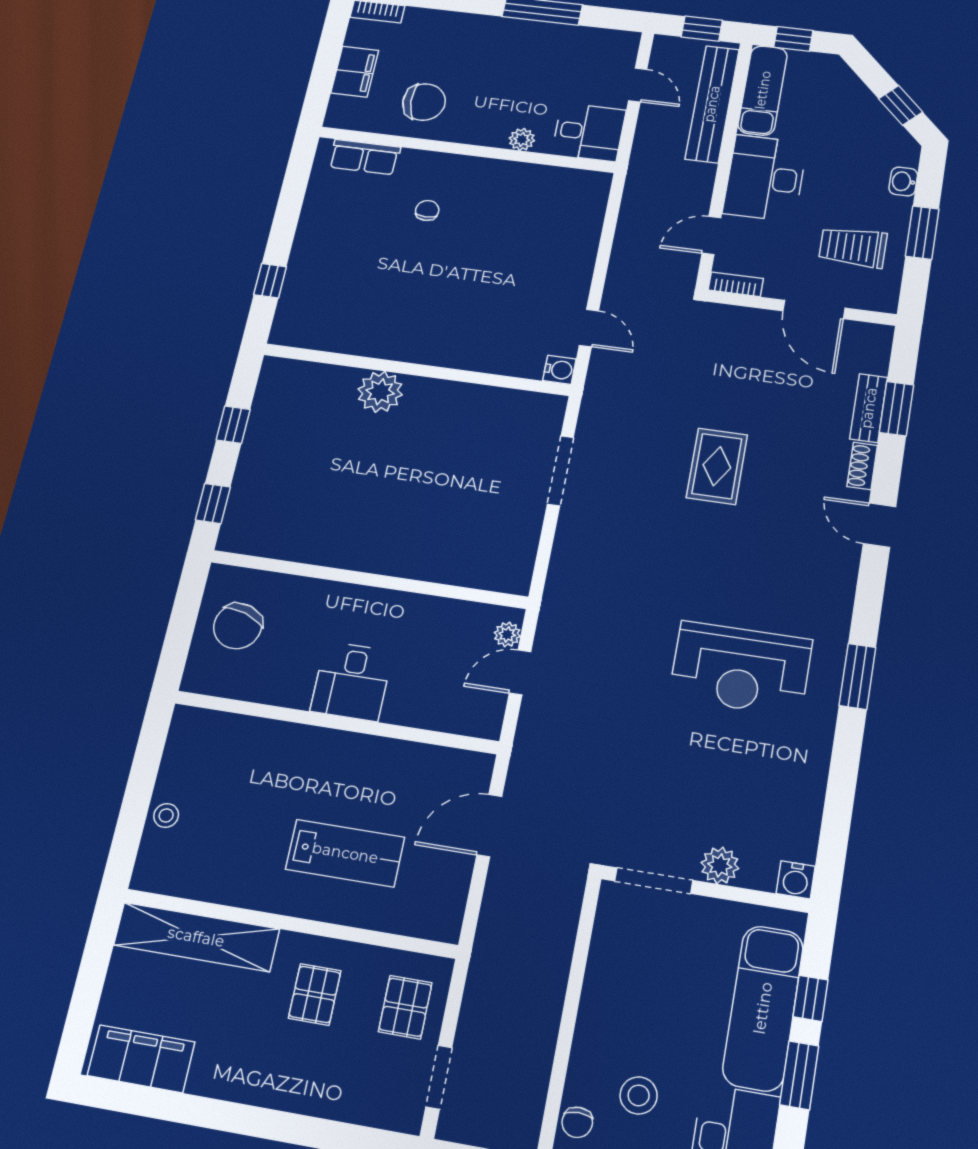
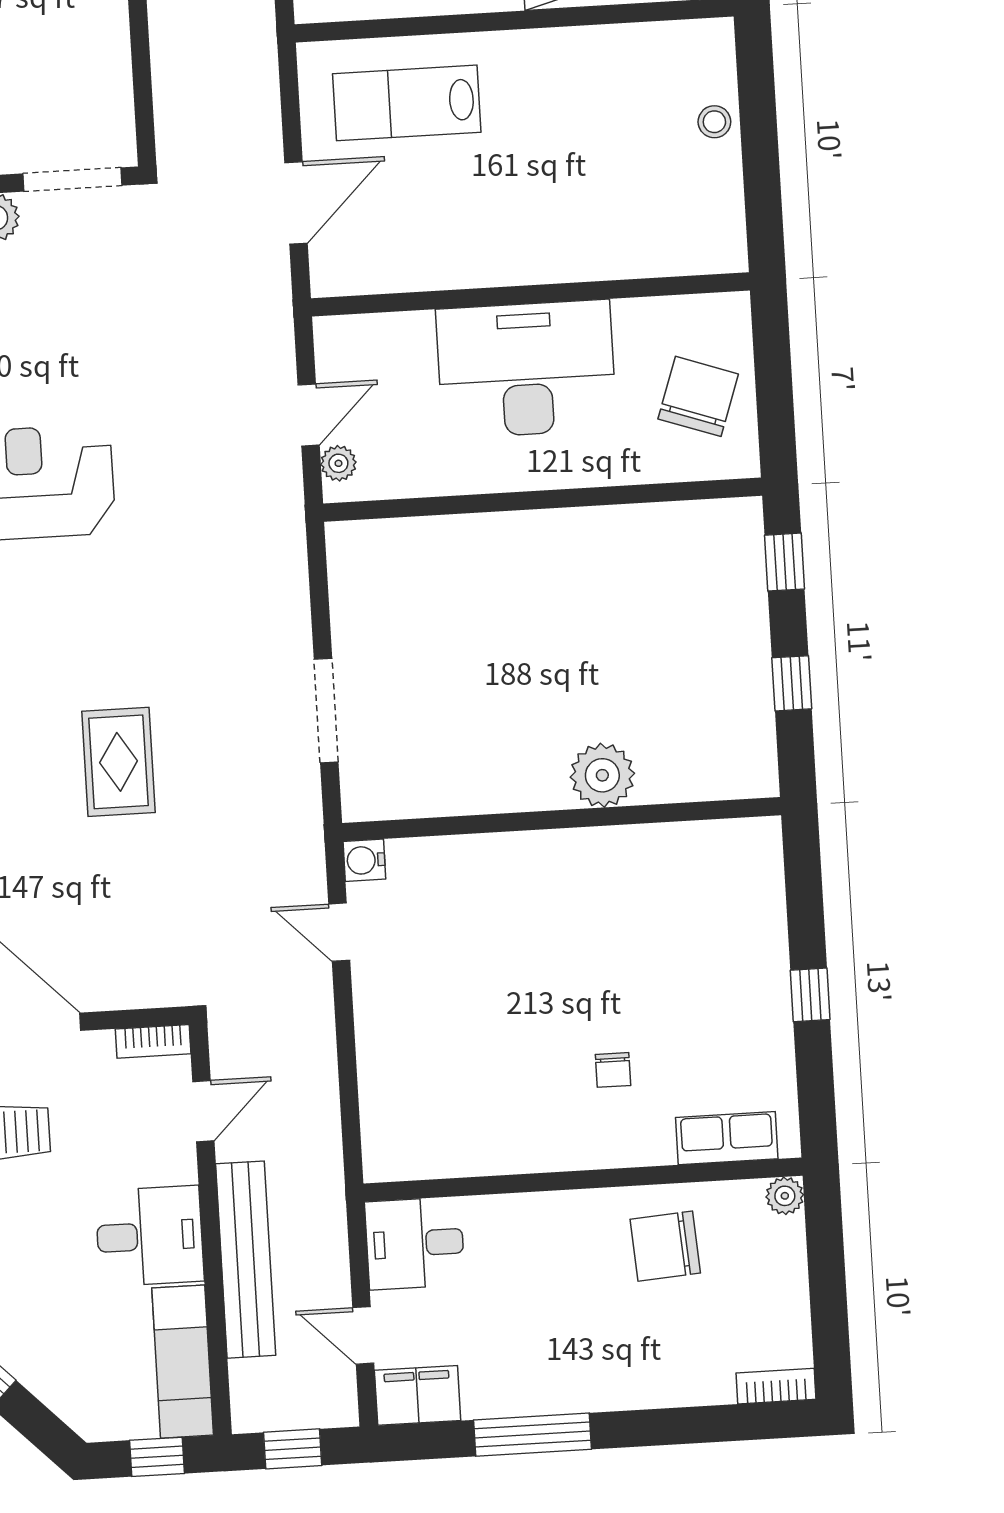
filing cabinet: (355, 72) -> (418, 1395), moved, turned 90
bench: (712, 104) -> (246, 1260), moved
plant: (522, 139) -> (785, 1196), moved
desk: (765, 178) -> (150, 1236), width x0.73
window: (270, 281) -> (810, 995), moved
desk: (352, 681) -> (526, 369), width x1.87, depth x1.30
lab bench: (345, 853) -> (407, 103), moved

